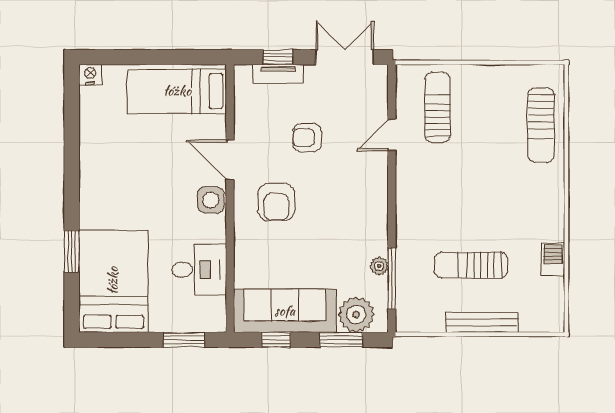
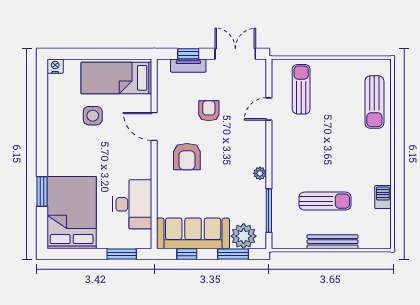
armchair: (307, 138) -> (209, 111), turned 90
side table: (211, 200) -> (93, 116), moved
sun lounger: (471, 265) -> (325, 201), turned 180
plant: (379, 266) -> (260, 173), moved
desk: (199, 270) -> (132, 204), width x1.37

